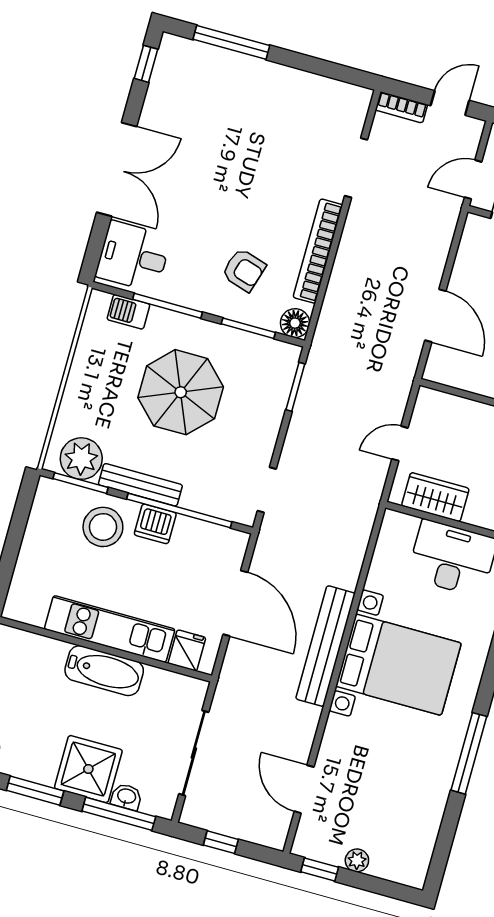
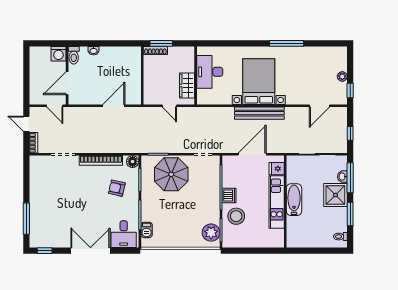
armchair: (244, 270) -> (117, 188), turned -94
parasol: (181, 392) -> (171, 174), moved
bench: (140, 485) -> (215, 206), removed

